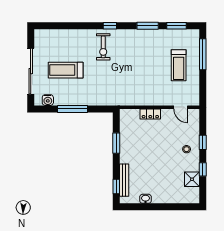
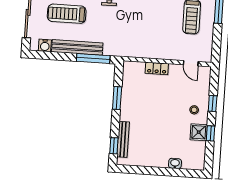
bench: (77, 100) -> (77, 47), added
window: (72, 109) -> (93, 59), moved
shower: (192, 179) -> (199, 132), moved
washbasin: (146, 199) -> (175, 163), moved

